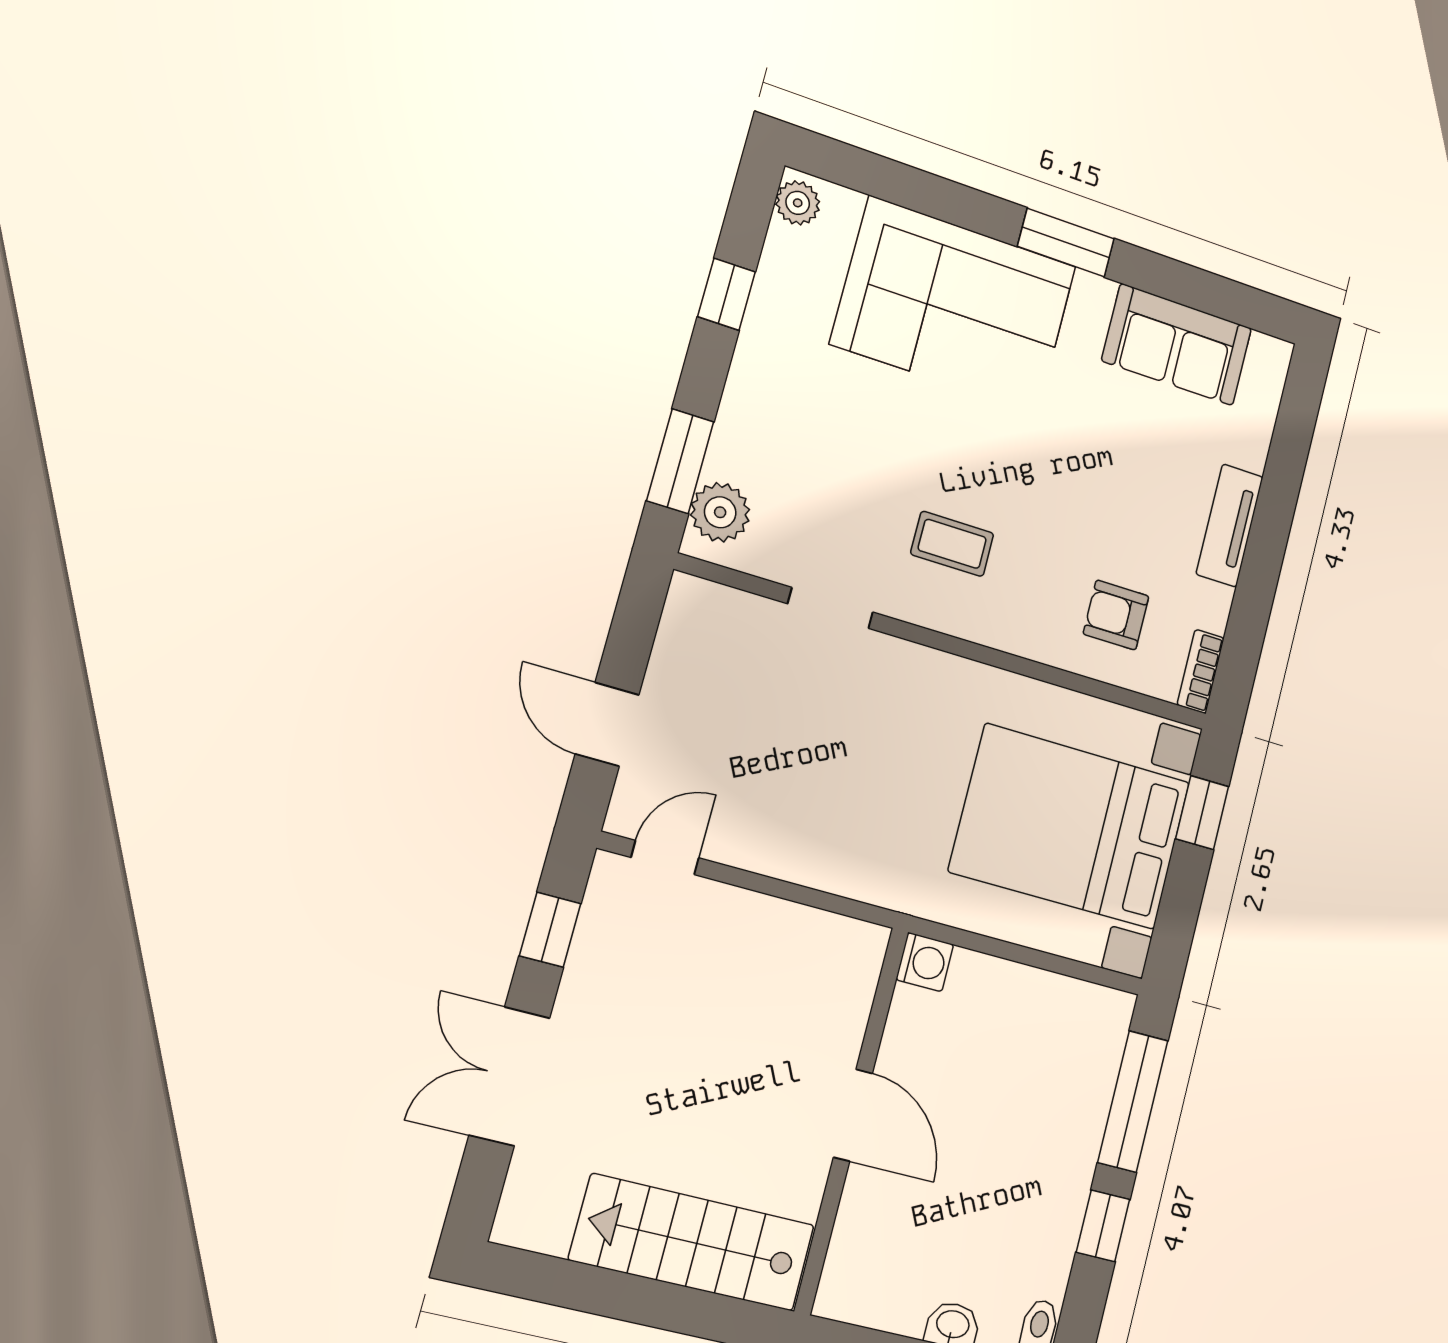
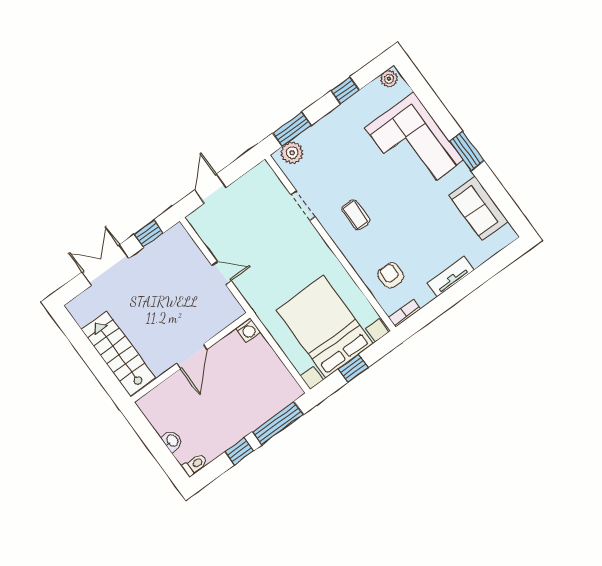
window: (1202, 813) -> (353, 368), moved
door: (665, 858) -> (221, 273), moved

